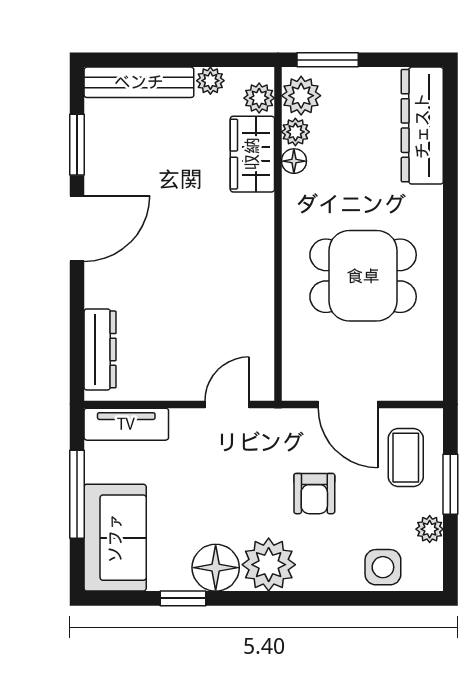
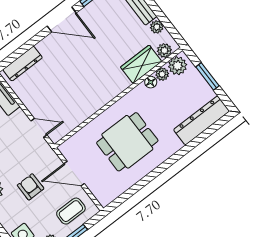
window: (328, 60) -> (207, 76), moved
dining table: (363, 276) -> (127, 142), turned 90
door: (348, 404) -> (74, 174), hinge flipped
armchair: (314, 494) -> (31, 187), turned 90

